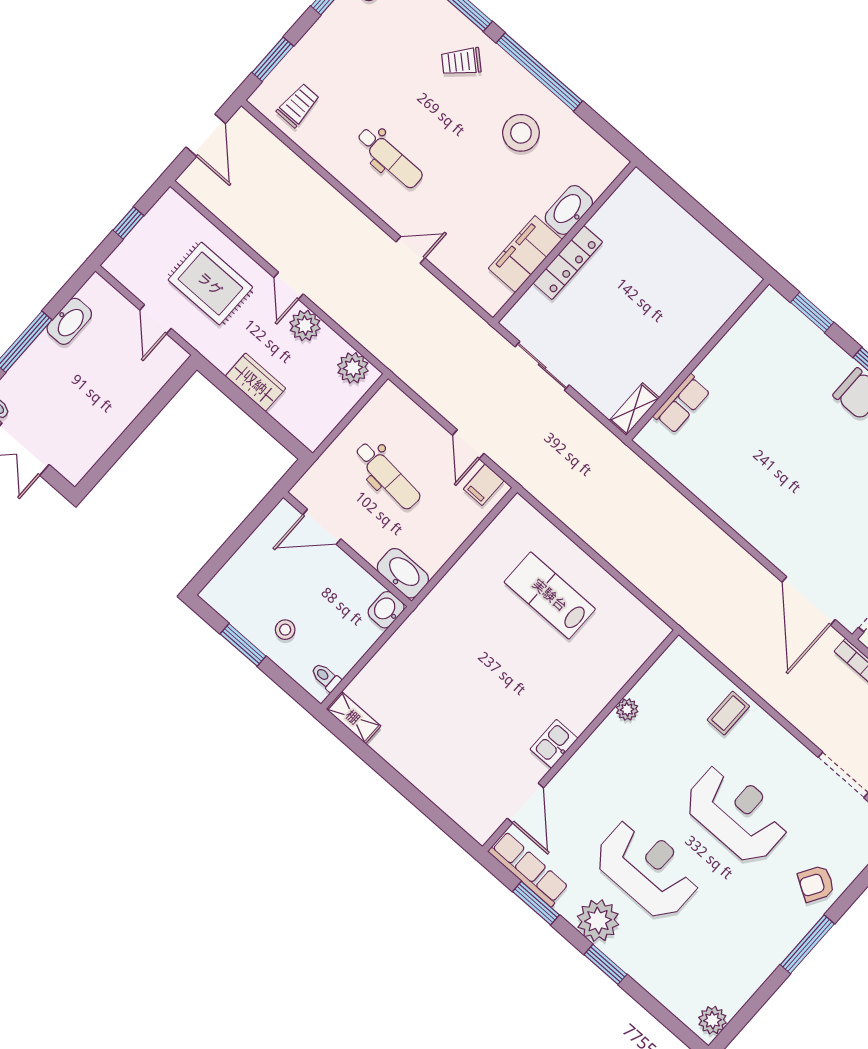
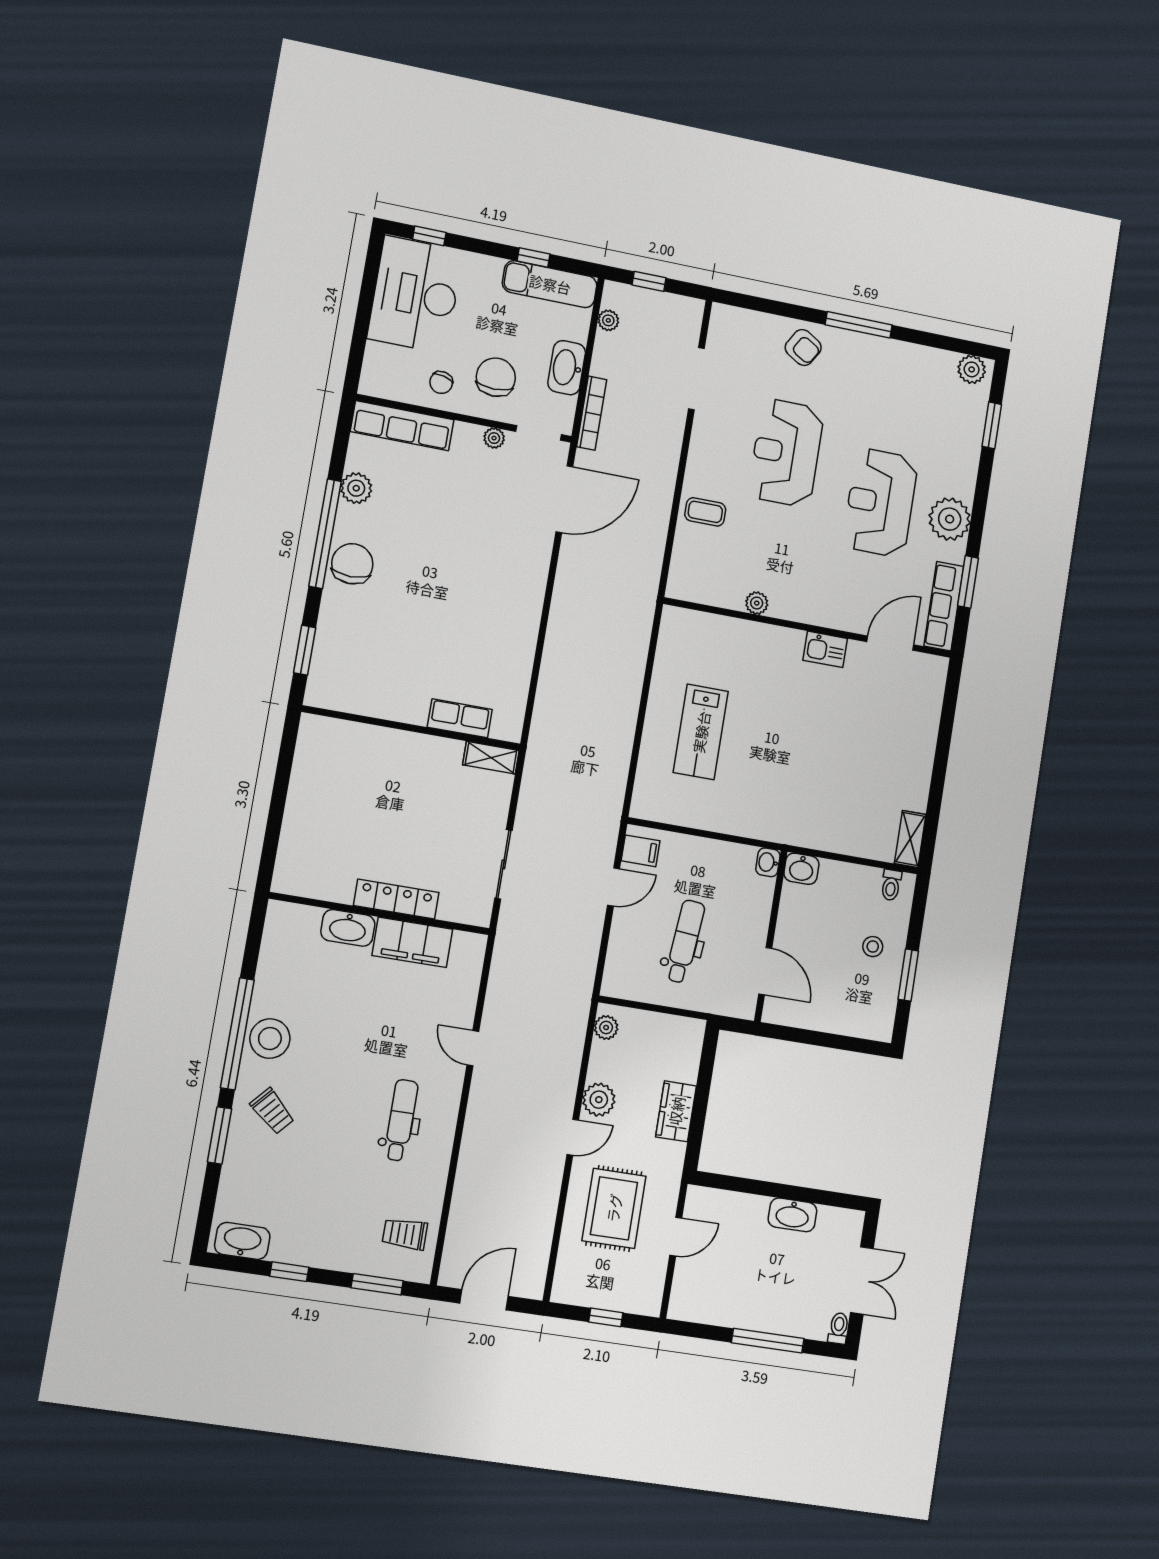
stool: (521, 133) -> (270, 1039), moved
washbasin: (69, 321) -> (792, 1215), moved, turned 180
plant: (353, 368) -> (606, 1027), width x0.73, depth x0.73
washbasin: (403, 573) -> (768, 862), width x0.52, depth x0.69
window: (605, 964) -> (992, 425), moved

